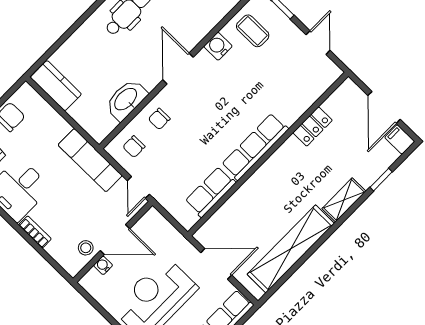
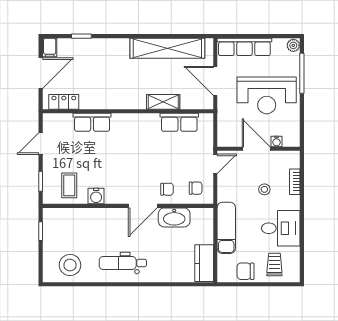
door: (178, 69) -> (143, 206), moved
locker: (313, 126) -> (64, 102), moved
row of seats: (255, 147) -> (92, 122), moved, width x0.68
exam couch: (90, 160) -> (226, 228), moved
shelving: (344, 200) -> (163, 102), moved
bookcase: (35, 232) -> (295, 182), moved
stool: (86, 248) -> (264, 189), moved

